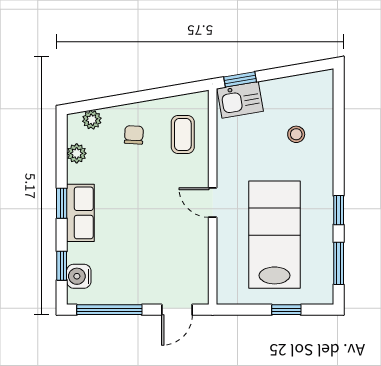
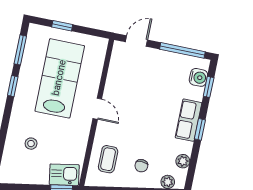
lab bench: (275, 235) -> (60, 78), turned 180

